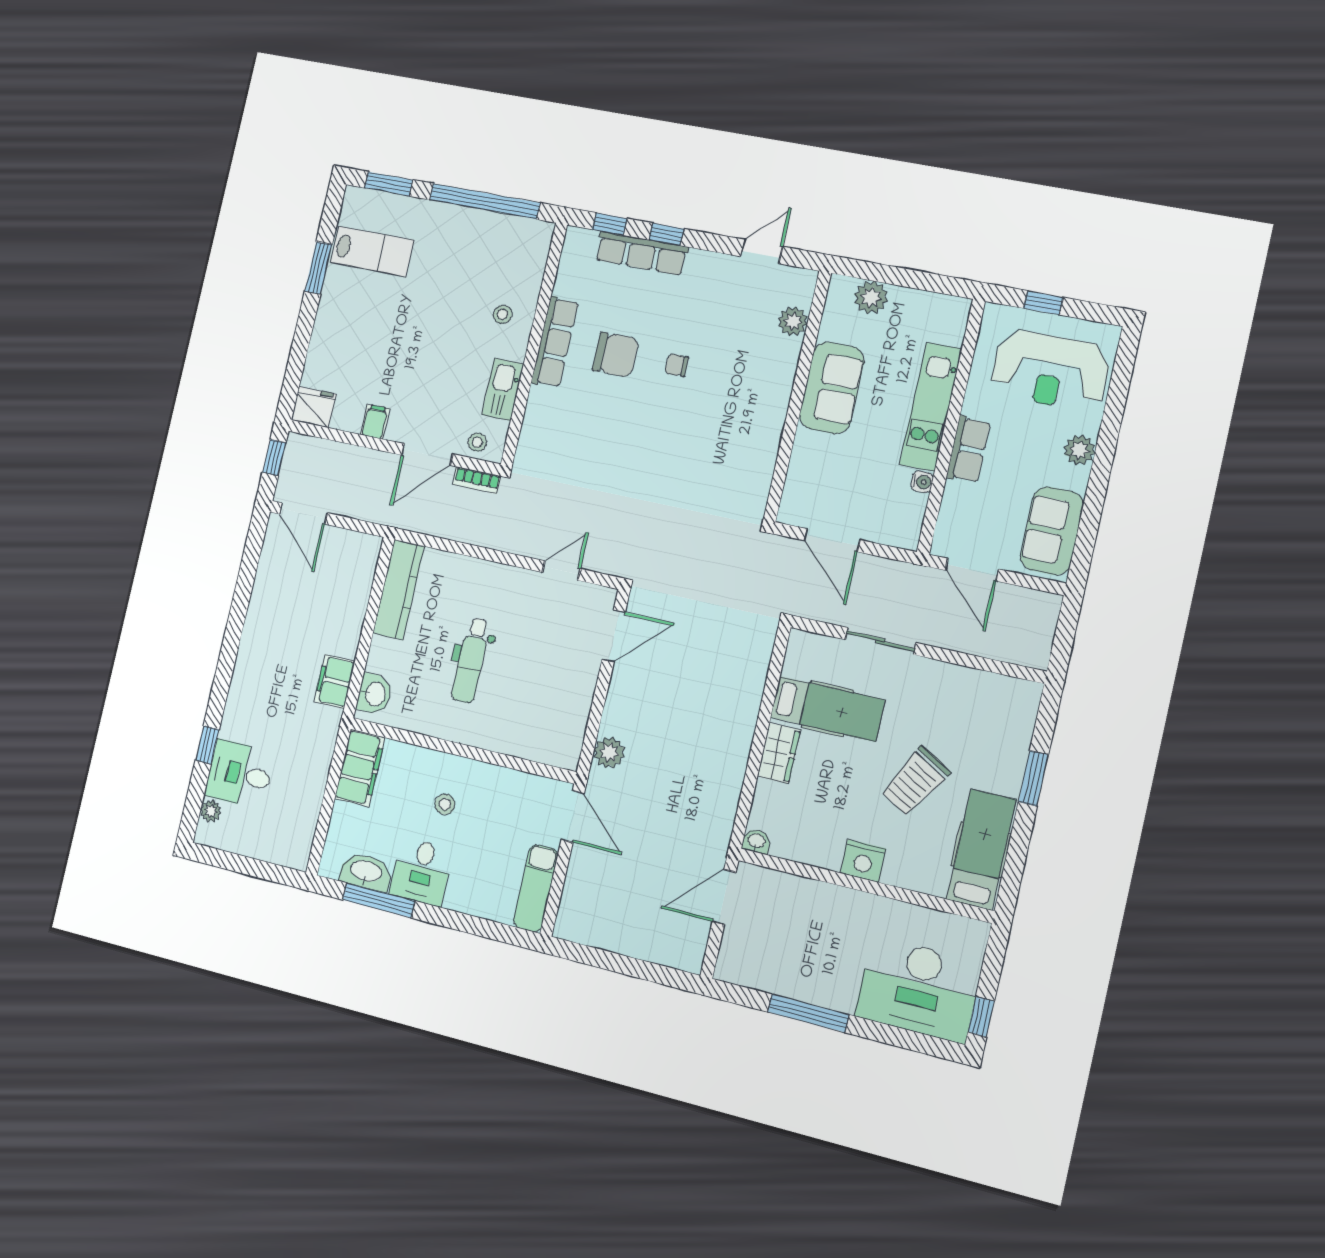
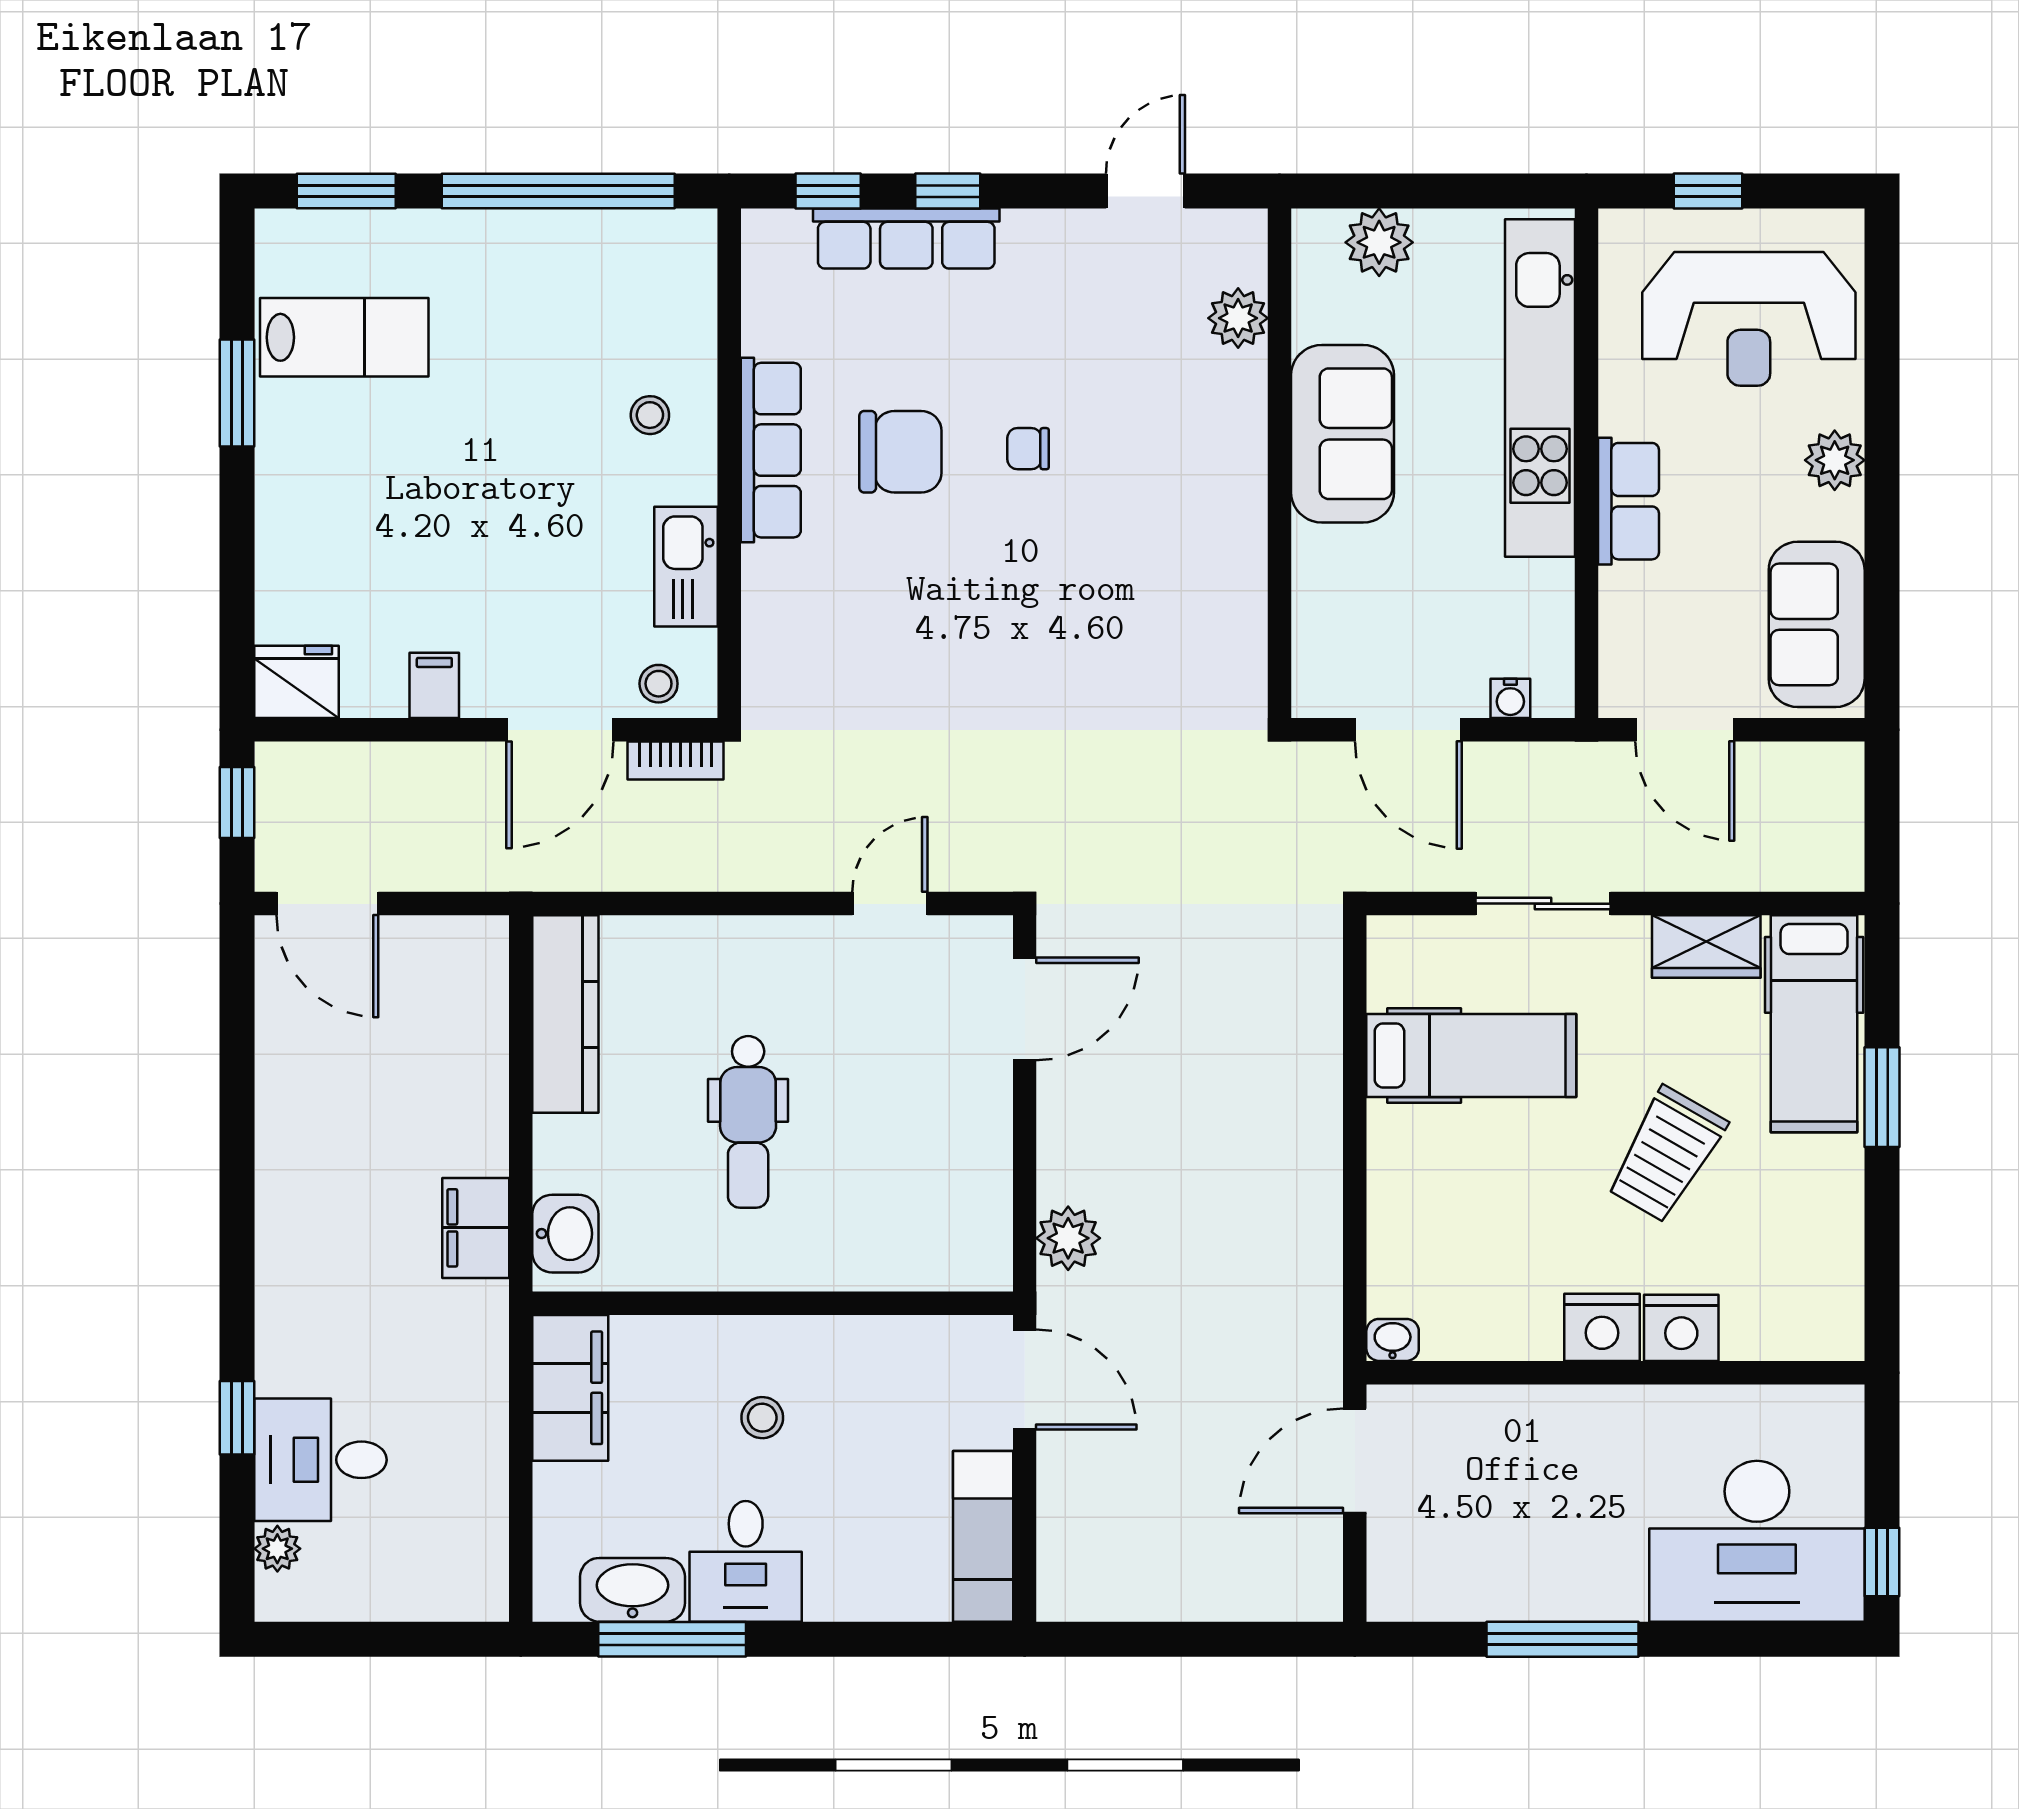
kitchen unit: (931, 407) -> (1540, 388), width x1.36
water cooler: (922, 482) -> (1510, 698), moved, turned 90
wardrobe: (779, 753) -> (1706, 947), moved, turned 90
hospital bed: (981, 849) -> (1814, 1024), moved, turned 180
nightstand: (903, 871) -> (1681, 1328), added

